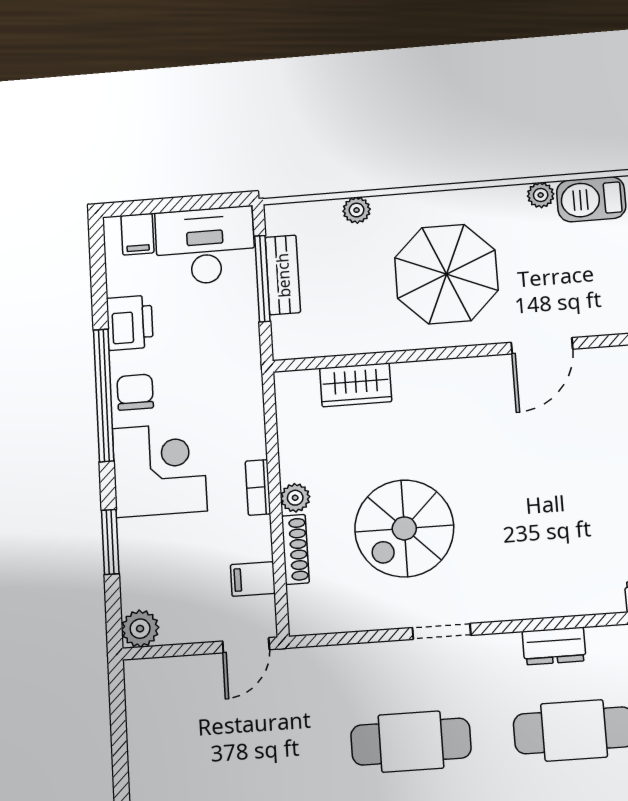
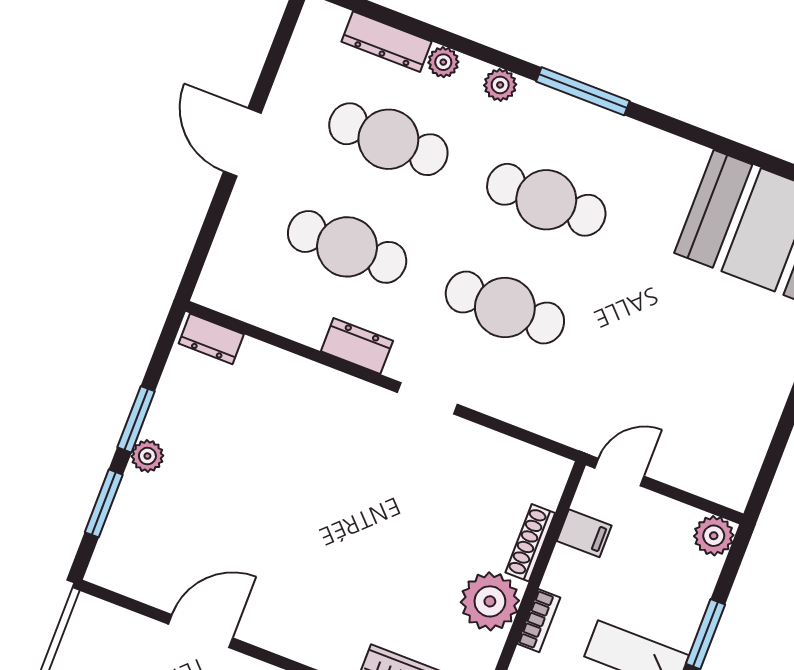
plant: (295, 498) -> (490, 601), width x1.88, depth x1.88
spiral stairs: (404, 528) -> (417, 514), removed
dresser: (554, 646) -> (357, 346), moved

